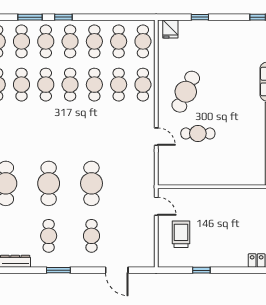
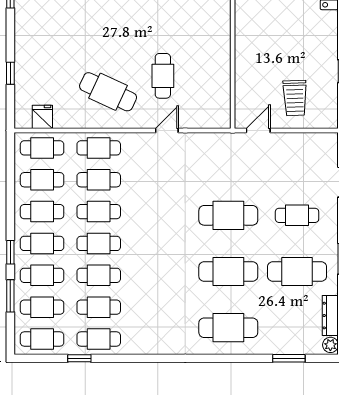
fridge: (170, 29) -> (42, 117), moved, turned -90
trolley: (181, 234) -> (295, 98), turned -92
cafe table: (49, 236) -> (297, 272), width x1.37, depth x1.35

